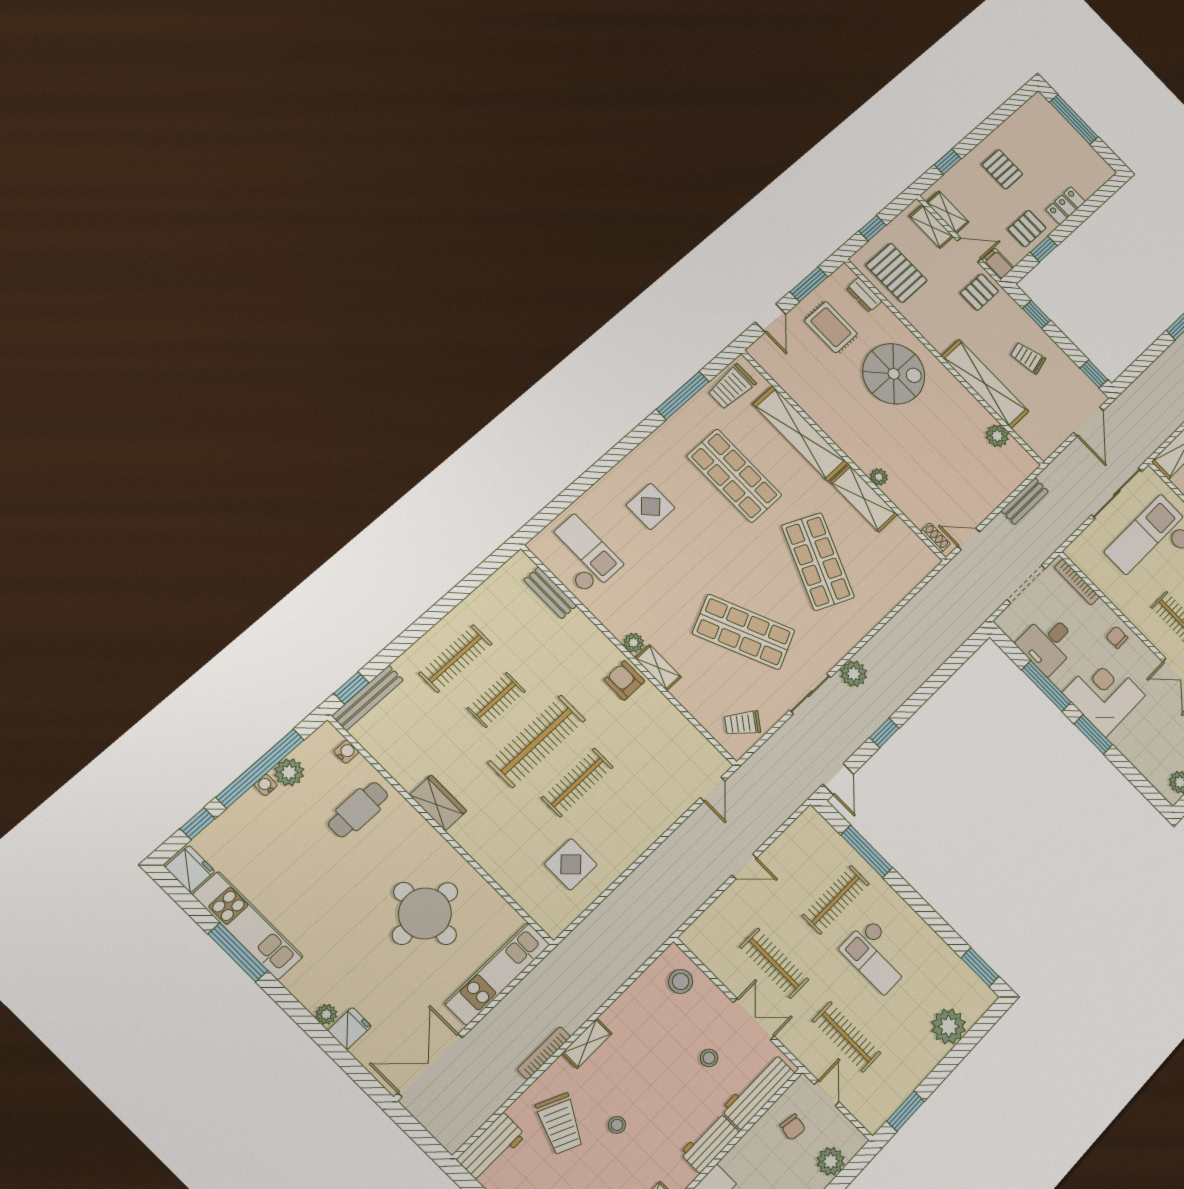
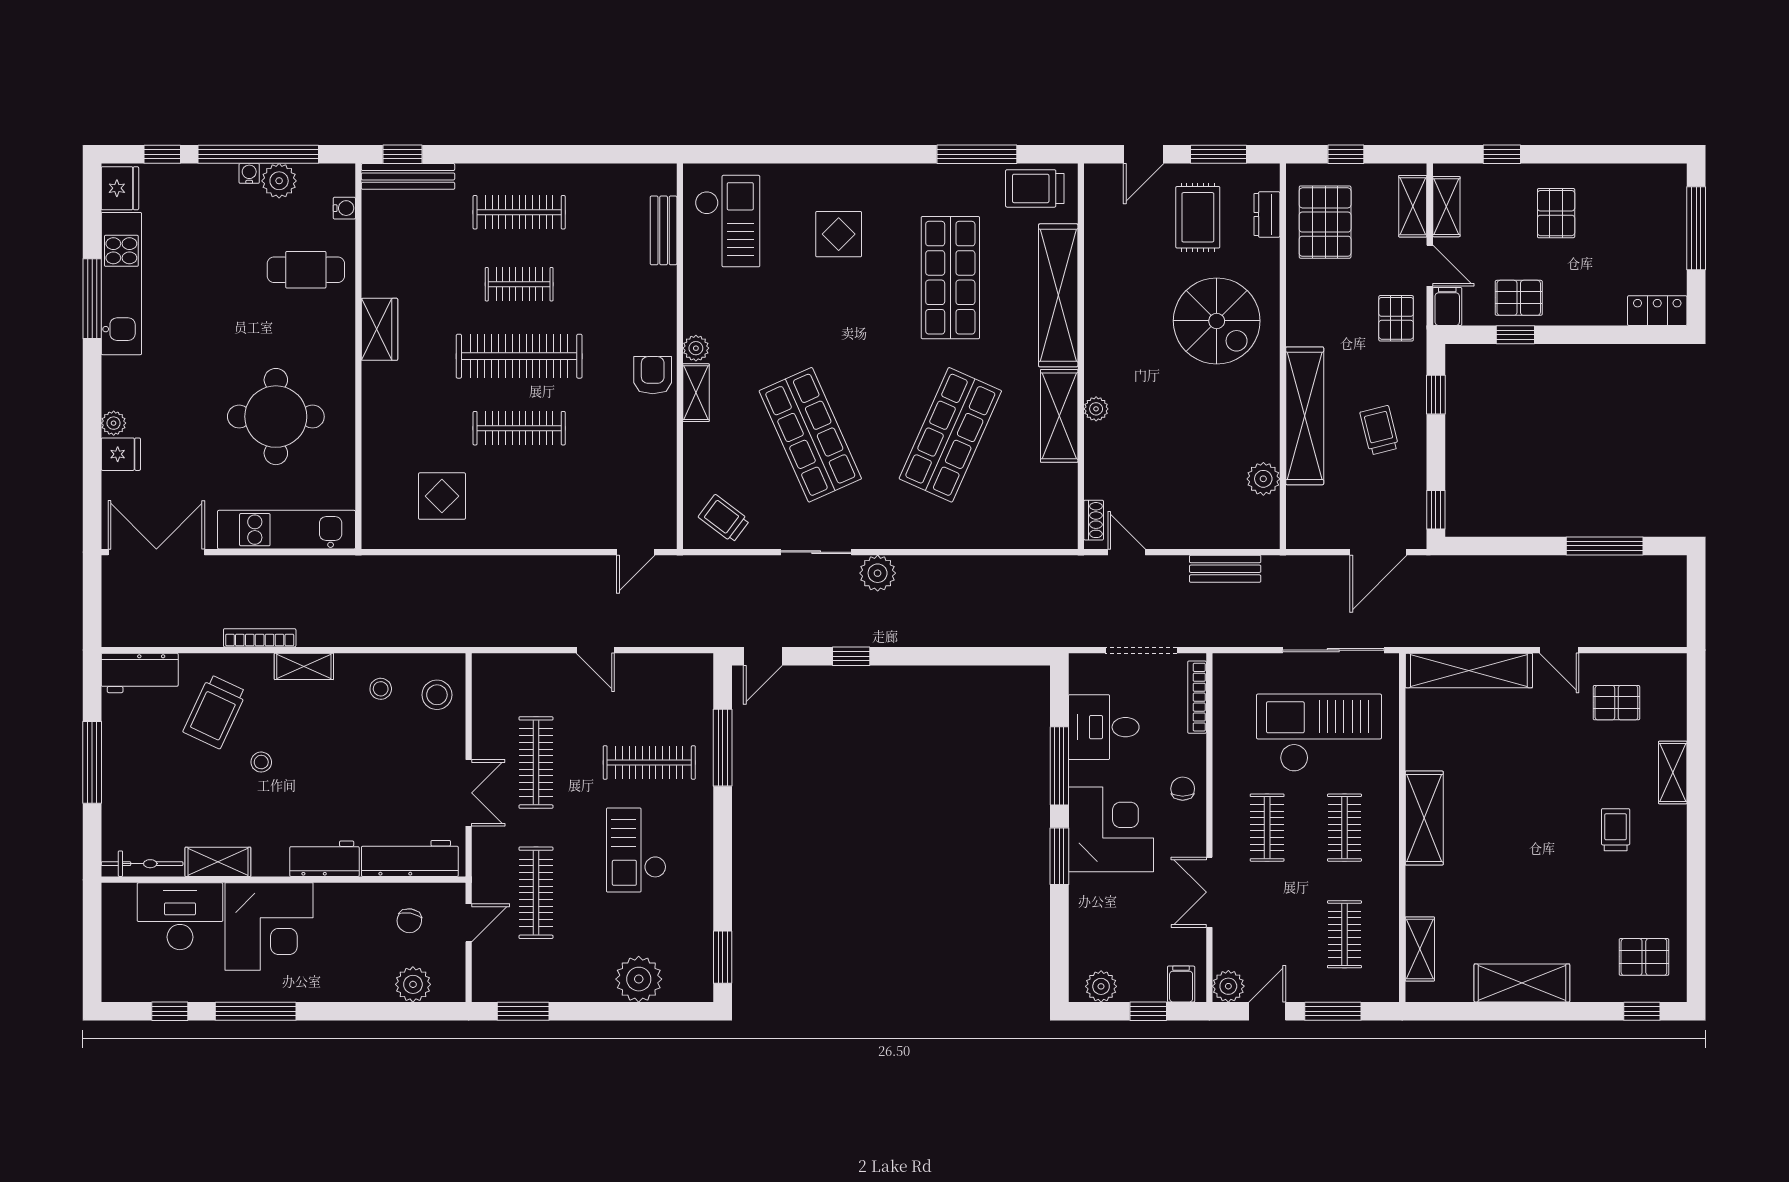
locker: (1066, 206) -> (1657, 311), moved
pallet: (980, 292) -> (1396, 318), turned 90
stool: (709, 1058) -> (381, 689), moved

